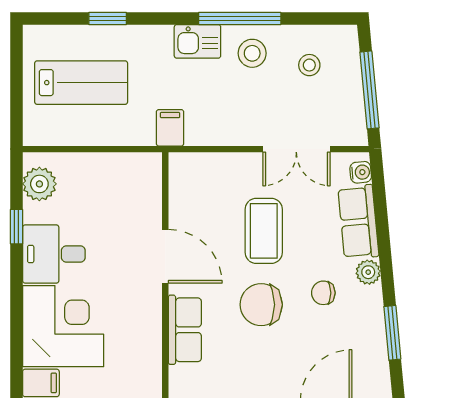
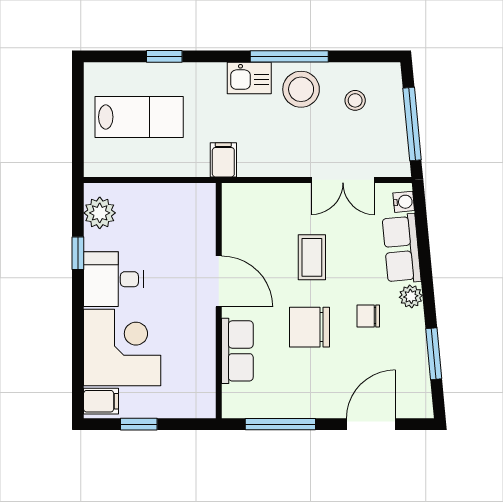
stool: (252, 53) -> (301, 89), width x1.38, depth x1.38
coffee table: (264, 231) -> (312, 257), width x0.73, depth x0.77

